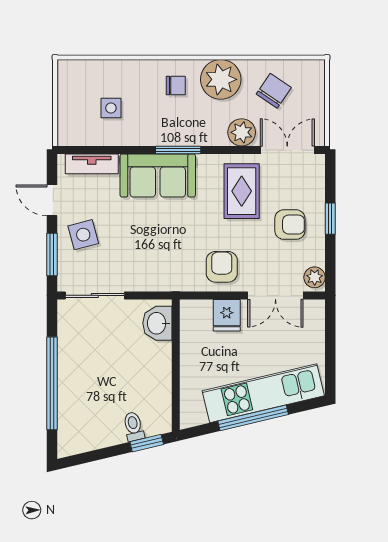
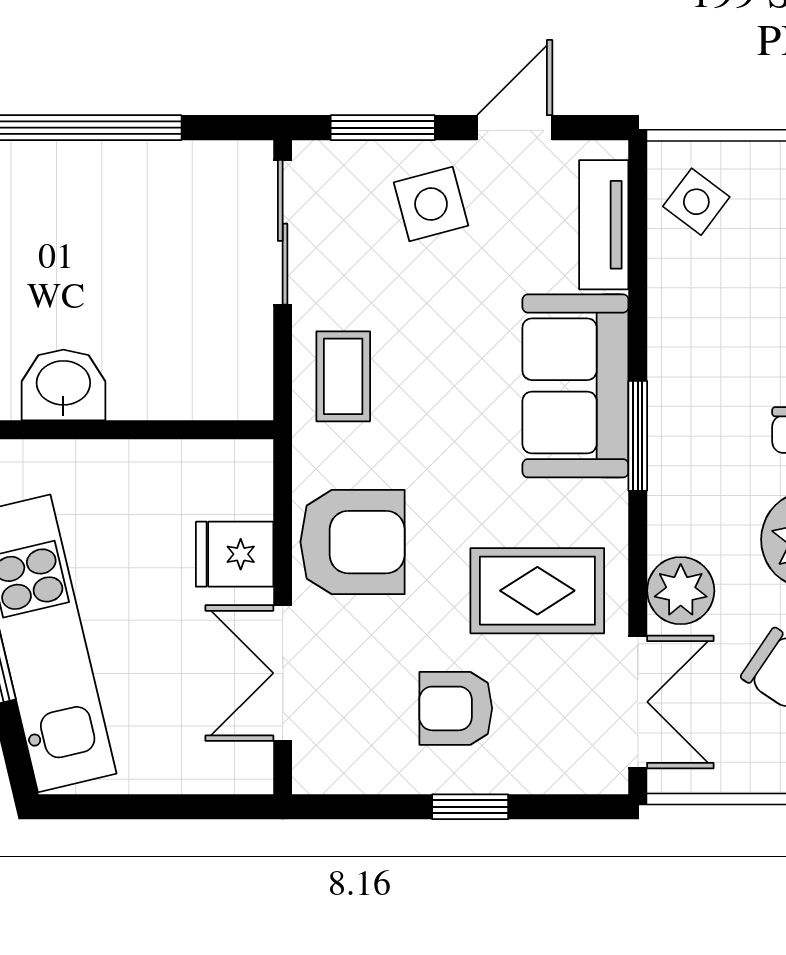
side table: (111, 108) -> (696, 202), moved, turned 37
armchair: (290, 225) -> (456, 708), turned 90
armchair: (222, 267) -> (353, 542), width x1.38, depth x1.38
coffee table: (154, 271) -> (343, 376), added
plant: (315, 277) -> (327, 769), removed
washbasin: (157, 323) -> (63, 385), moved

